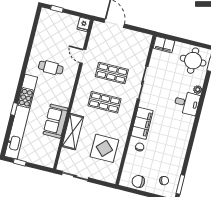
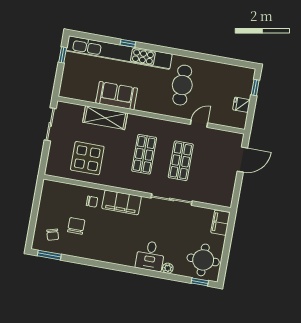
fridge: (84, 24) -> (241, 105), moved
cafe table: (51, 68) -> (182, 85), width x1.37, depth x1.35
chair: (138, 181) -> (76, 226), moved

